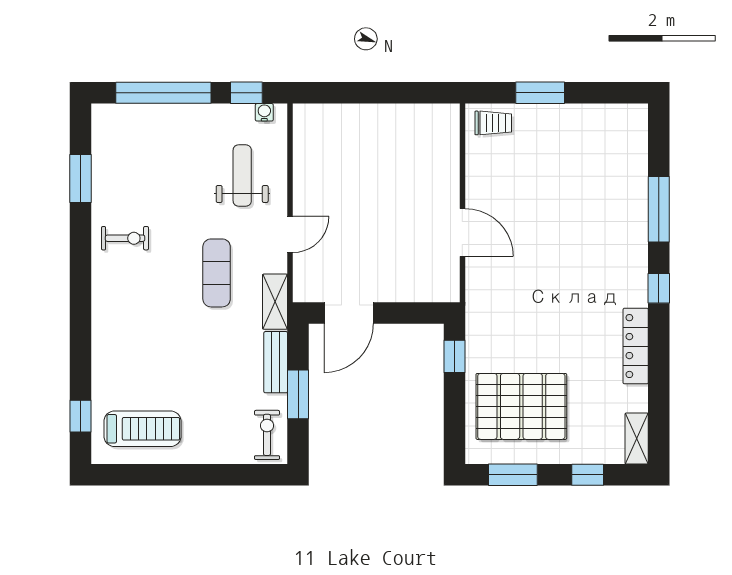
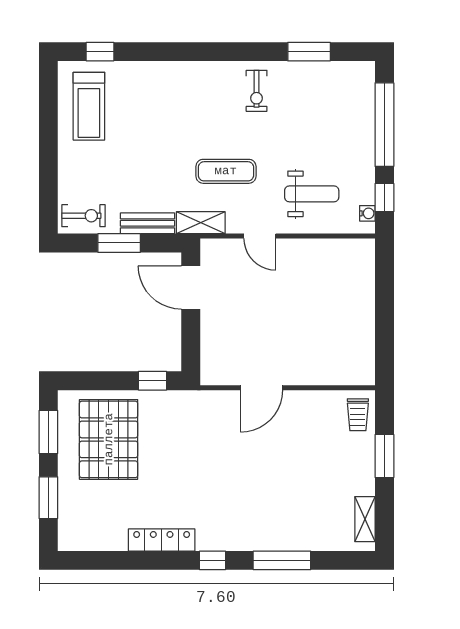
shelving: (637, 439) -> (365, 519), moved, turned 90
window: (588, 475) -> (48, 498), width x1.50

